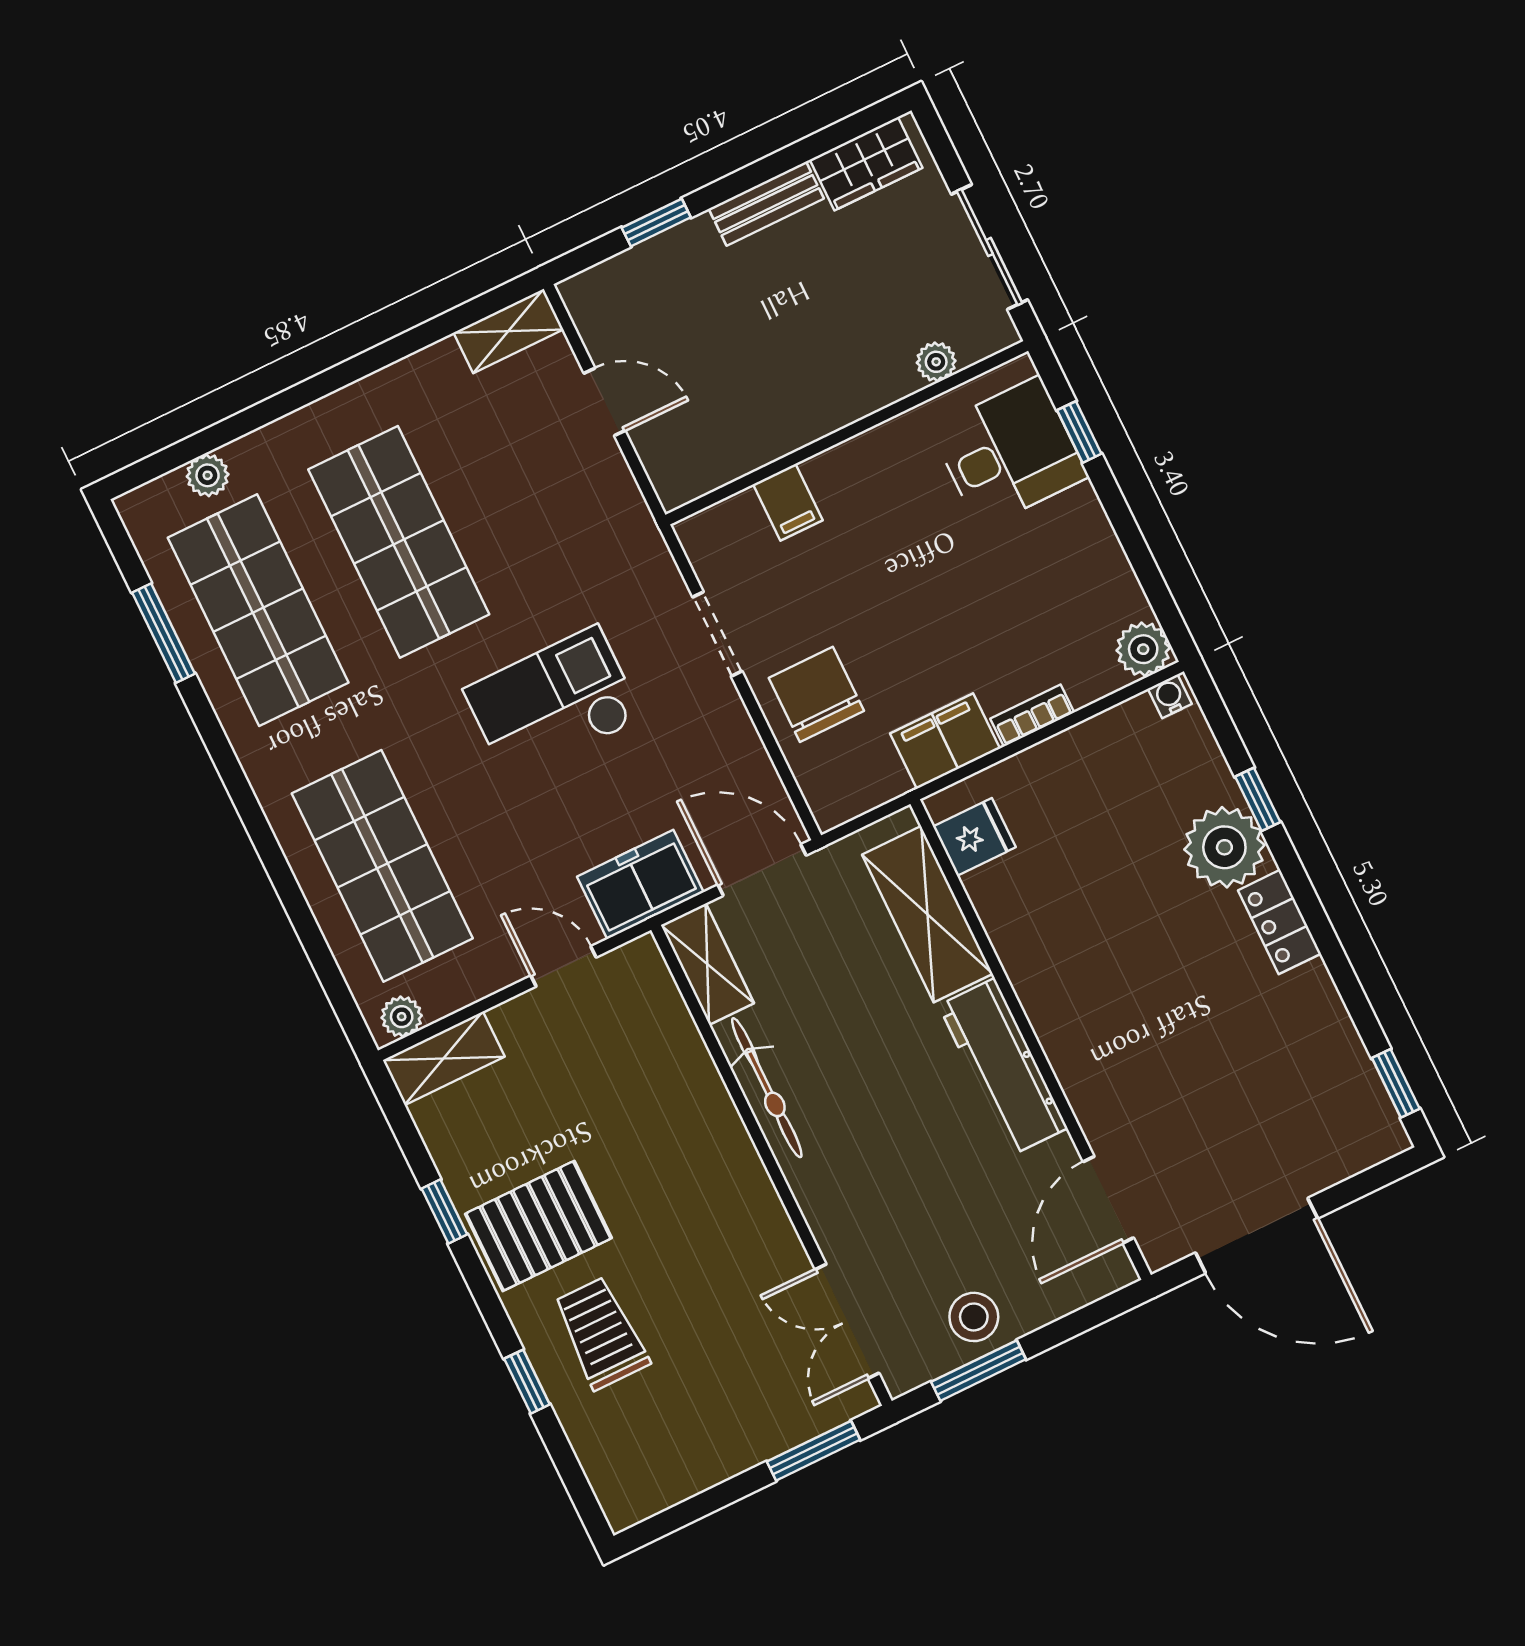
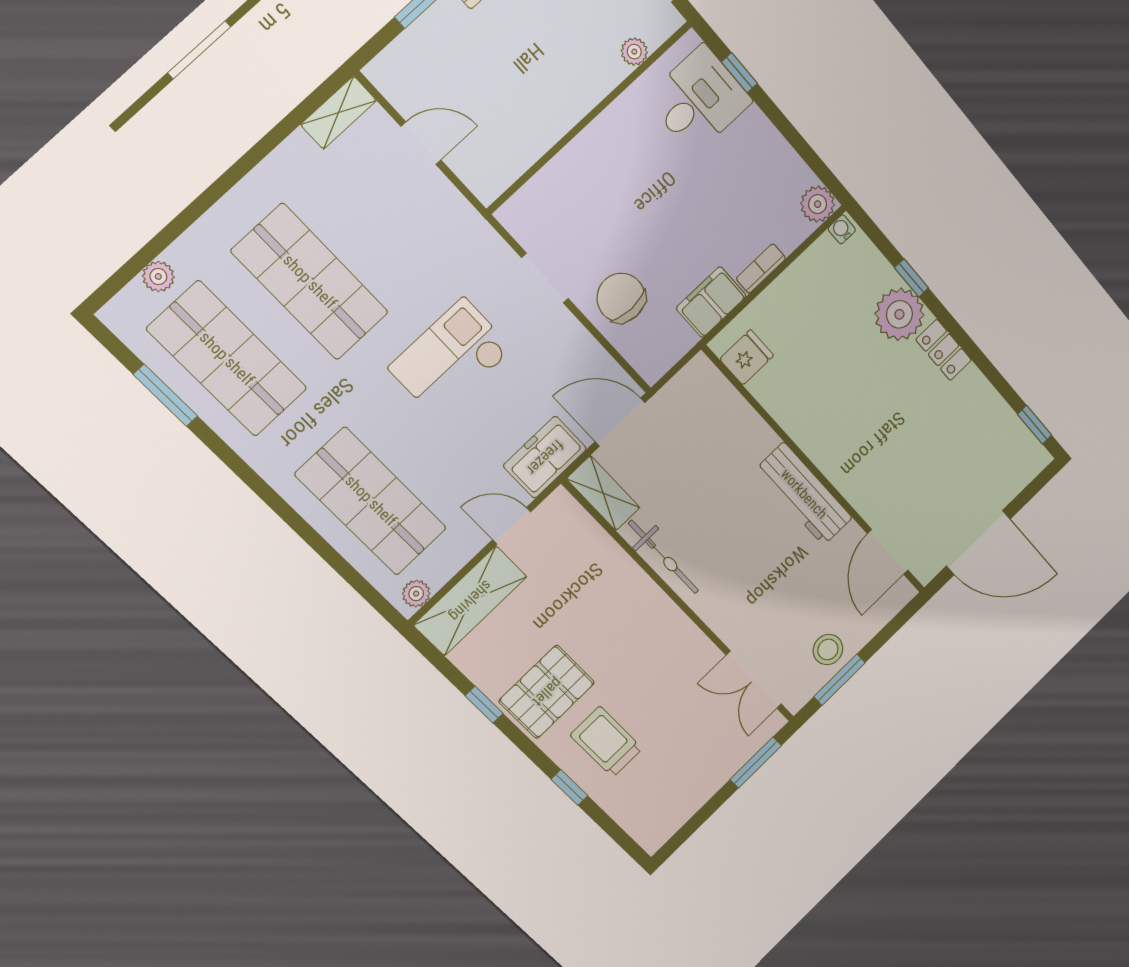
filing cabinet: (788, 502) -> (565, 176), removed
shelving: (927, 914) -> (731, 416), removed
shelving: (444, 1058) -> (470, 601), width x1.50, depth x1.33

